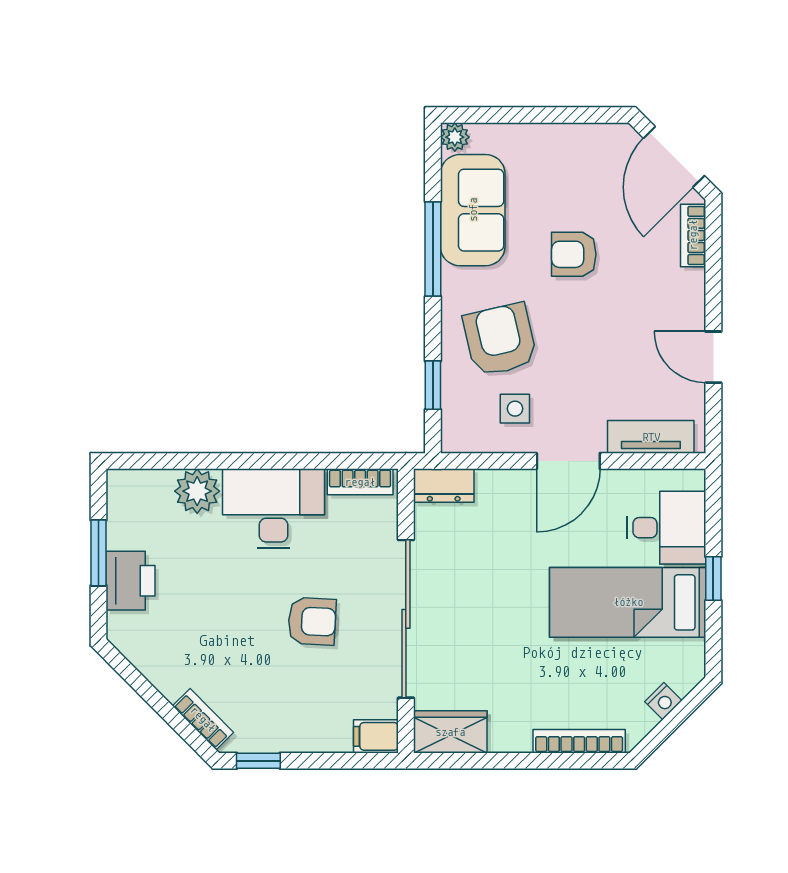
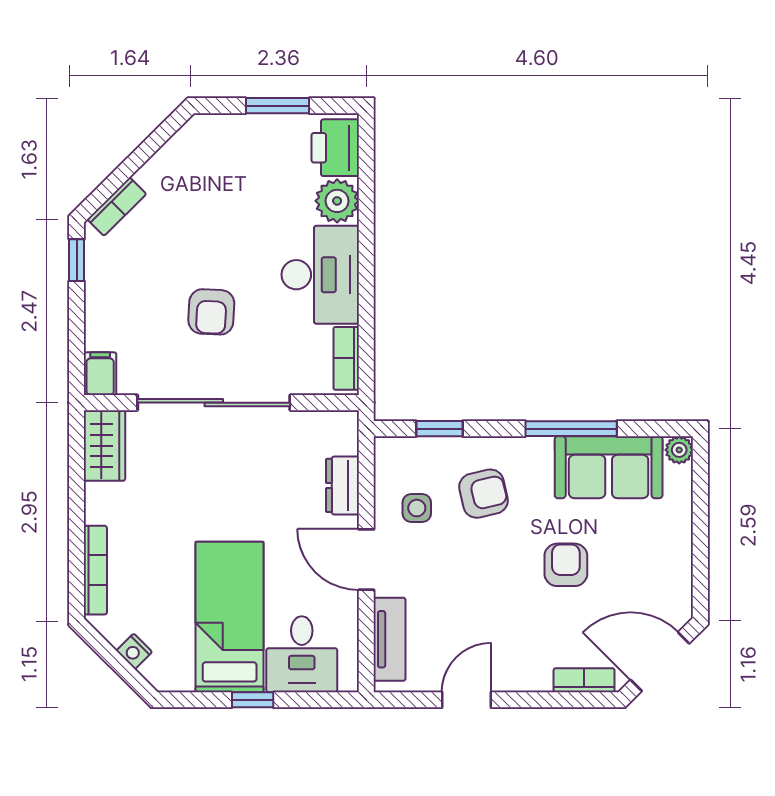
armchair: (500, 340) -> (484, 494), width x0.72, depth x0.72
dresser: (444, 486) -> (342, 485), moved
printer: (131, 581) -> (335, 148), moved, turned 90

